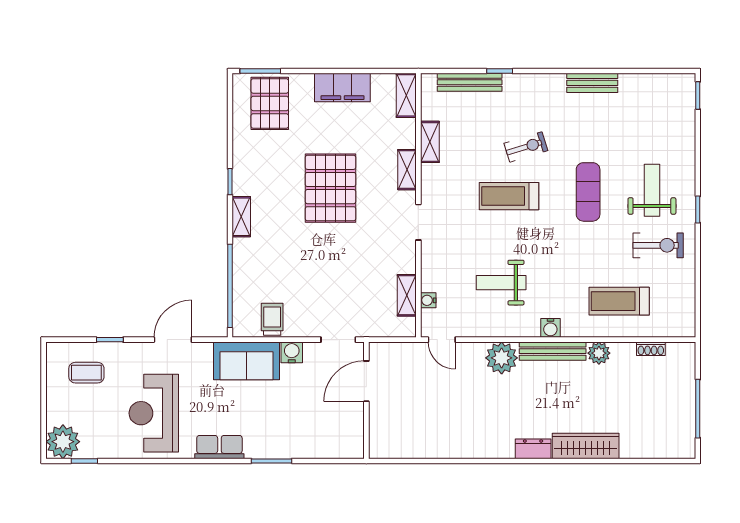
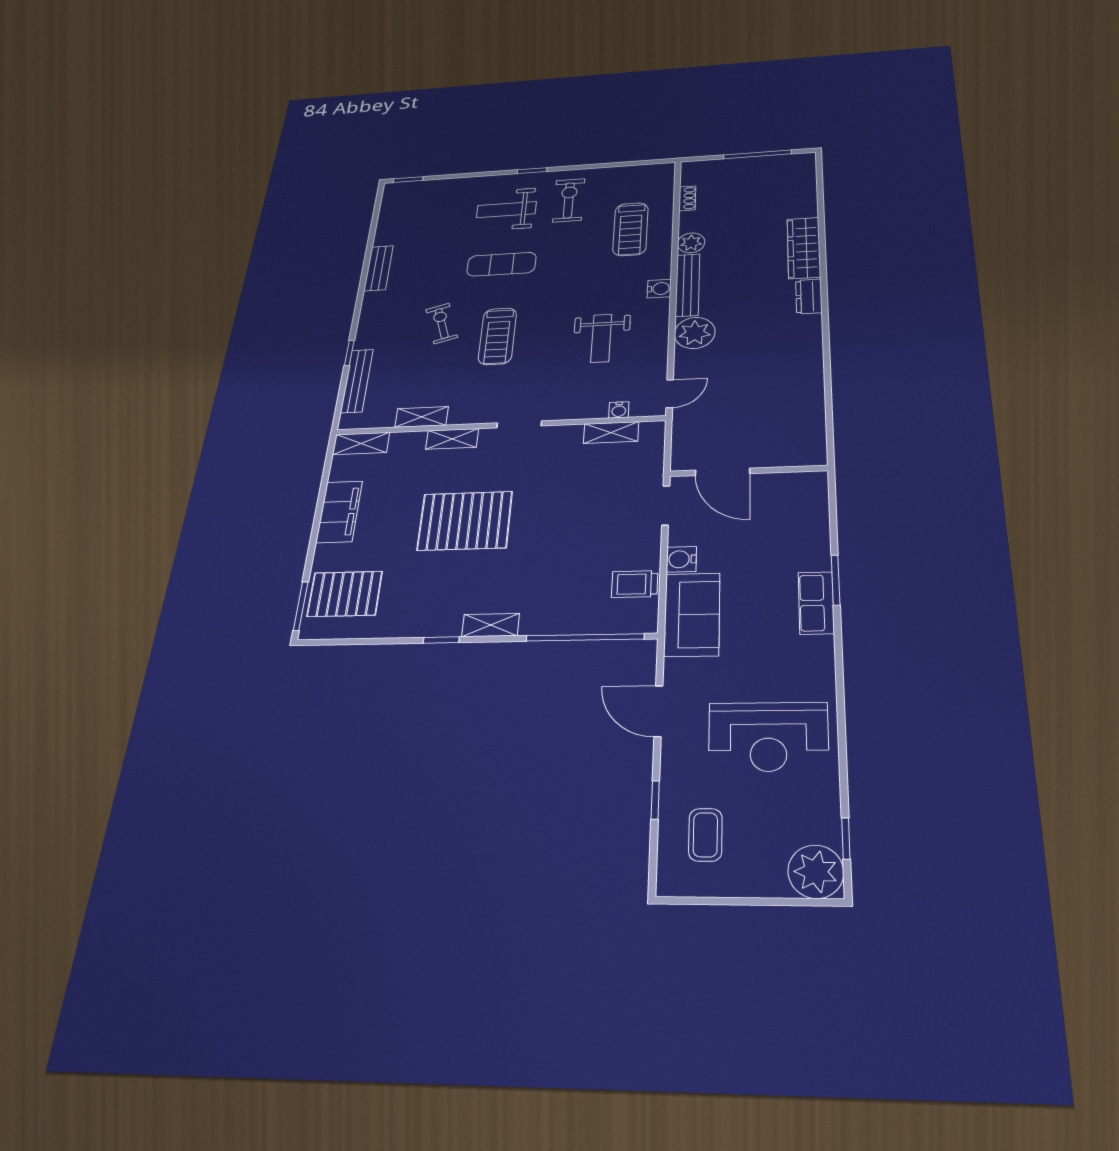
row of seats: (219, 447) -> (816, 603), moved

